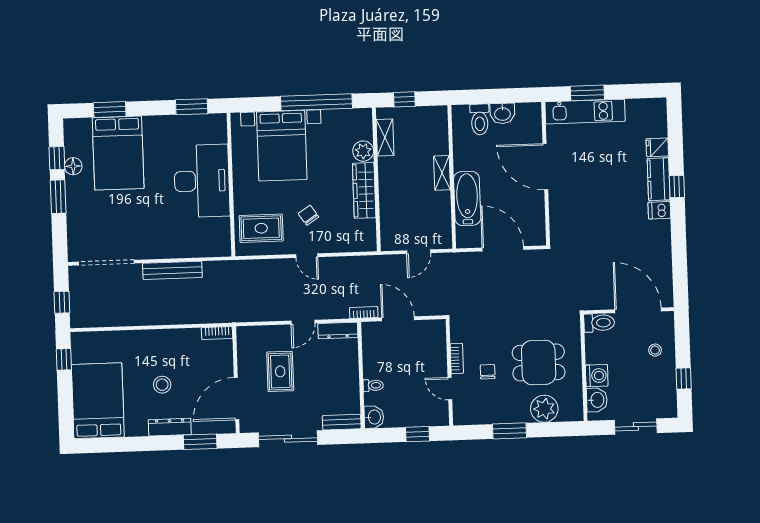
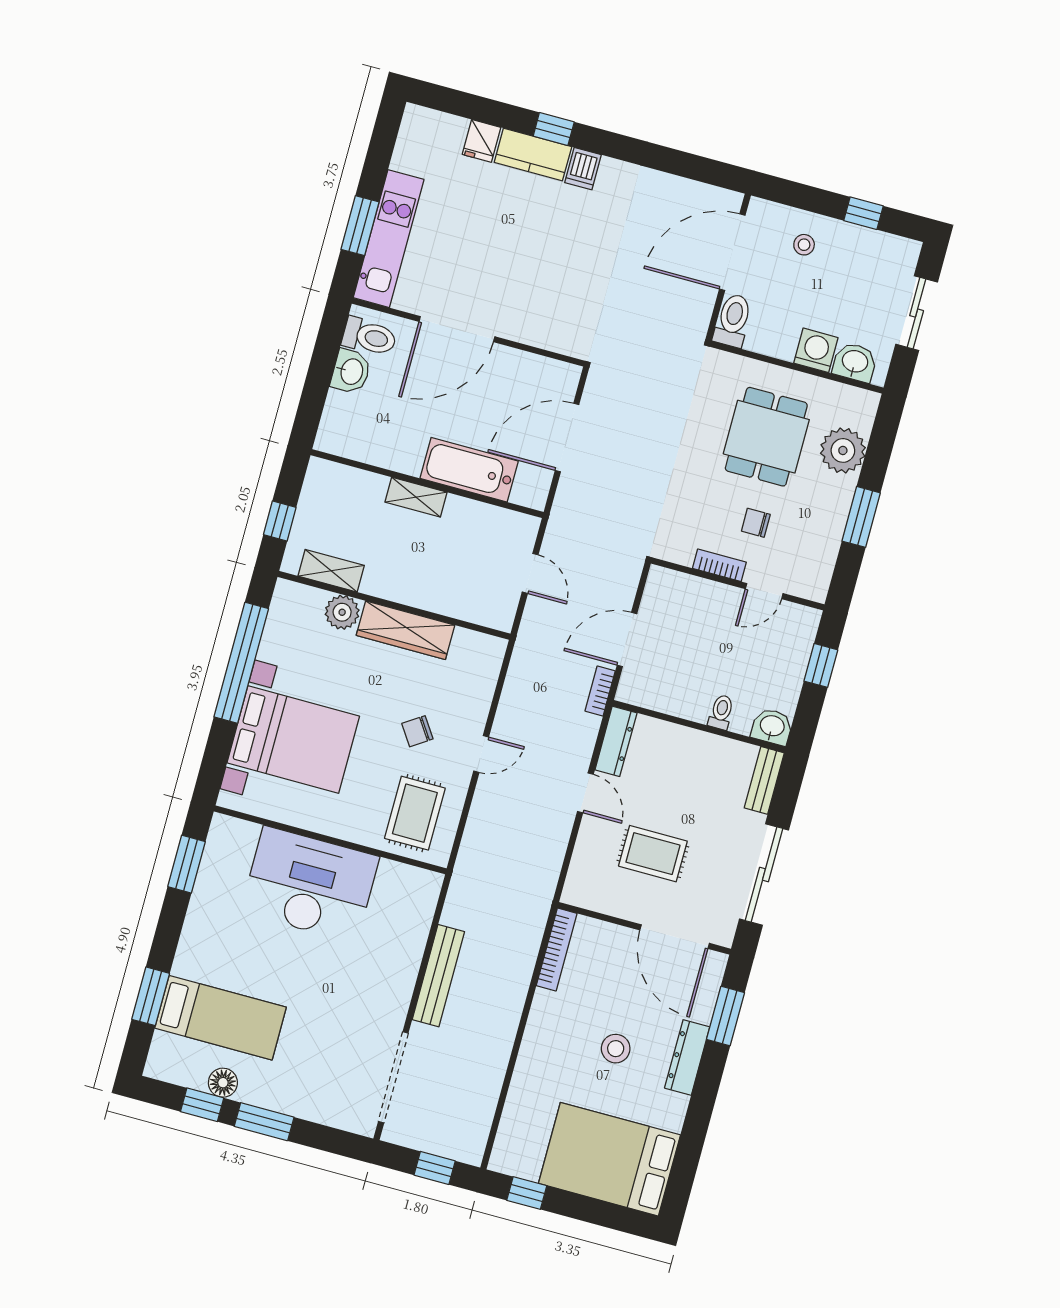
toilet: (480, 119) -> (369, 337), moved
bed: (118, 153) -> (221, 1018), width x0.67
bookcase: (217, 333) -> (557, 949), width x1.56

